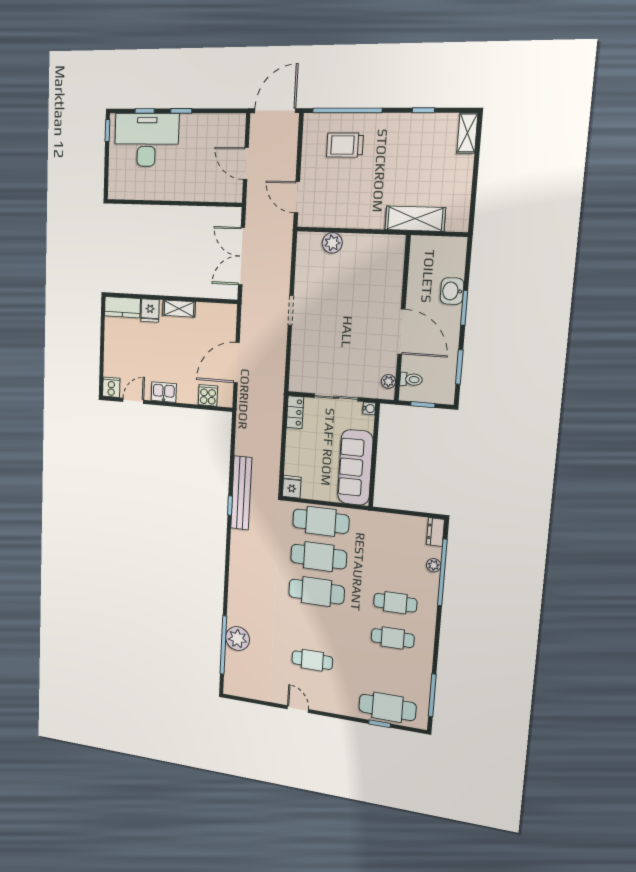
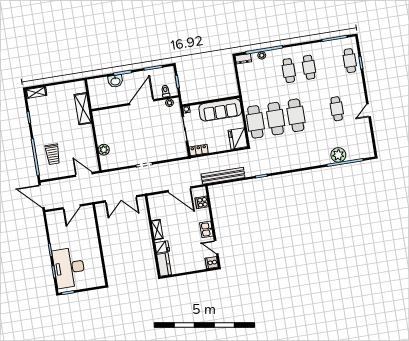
door: (297, 197) -> (84, 174), swing flipped
fridge: (292, 487) -> (238, 138), width x1.88, depth x1.34
bench: (241, 493) -> (223, 176), moved
cafe table: (387, 707) -> (350, 61), width x0.73, depth x0.74

